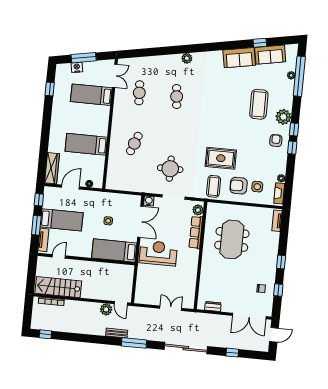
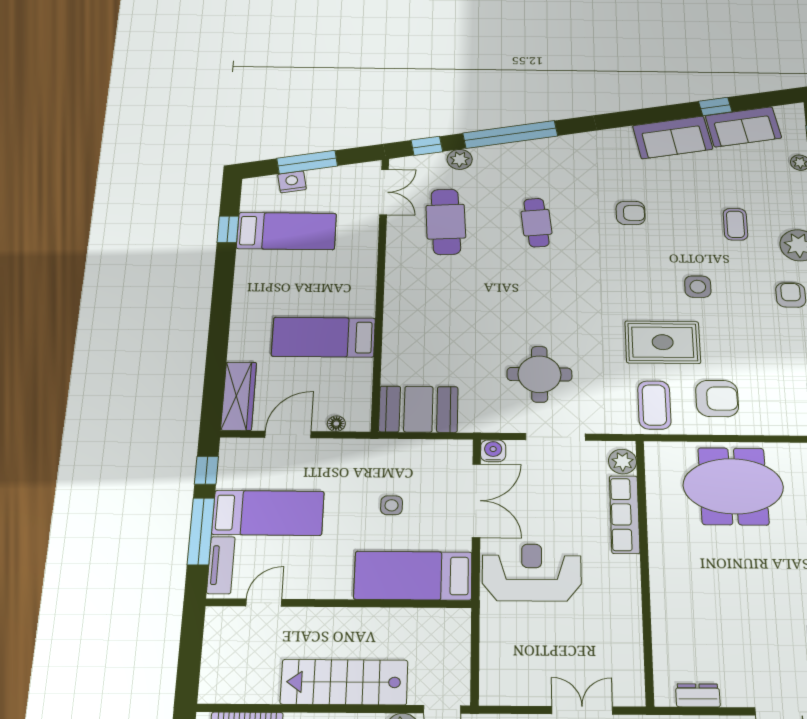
window: (170, 50) -> (510, 134), added
window: (134, 53) -> (427, 146), added
plant: (187, 58) -> (460, 159), moved
cafe table: (139, 93) -> (446, 222), width x1.37, depth x1.35
bed: (91, 95) -> (287, 231), moved, turned 180
armchair: (216, 95) -> (631, 213), added
coffee table: (259, 104) -> (735, 224), width x0.54, depth x0.58
cafe table: (134, 144) -> (444, 327), removed
booth: (121, 180) -> (418, 409), added
armchair: (239, 186) -> (717, 398), turned 180
side table: (257, 187) -> (698, 287), moved
window: (36, 225) -> (201, 531), width x1.44
meeting table: (232, 239) -> (733, 486), moved, turned 90
stairs: (58, 287) -> (344, 682), moved

